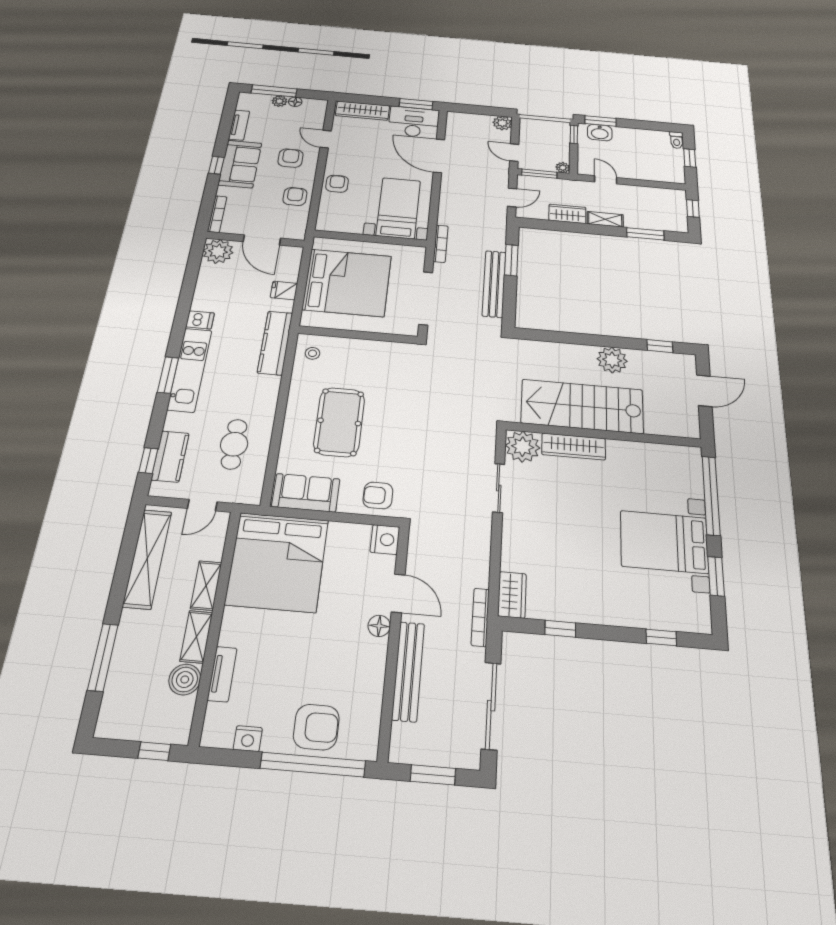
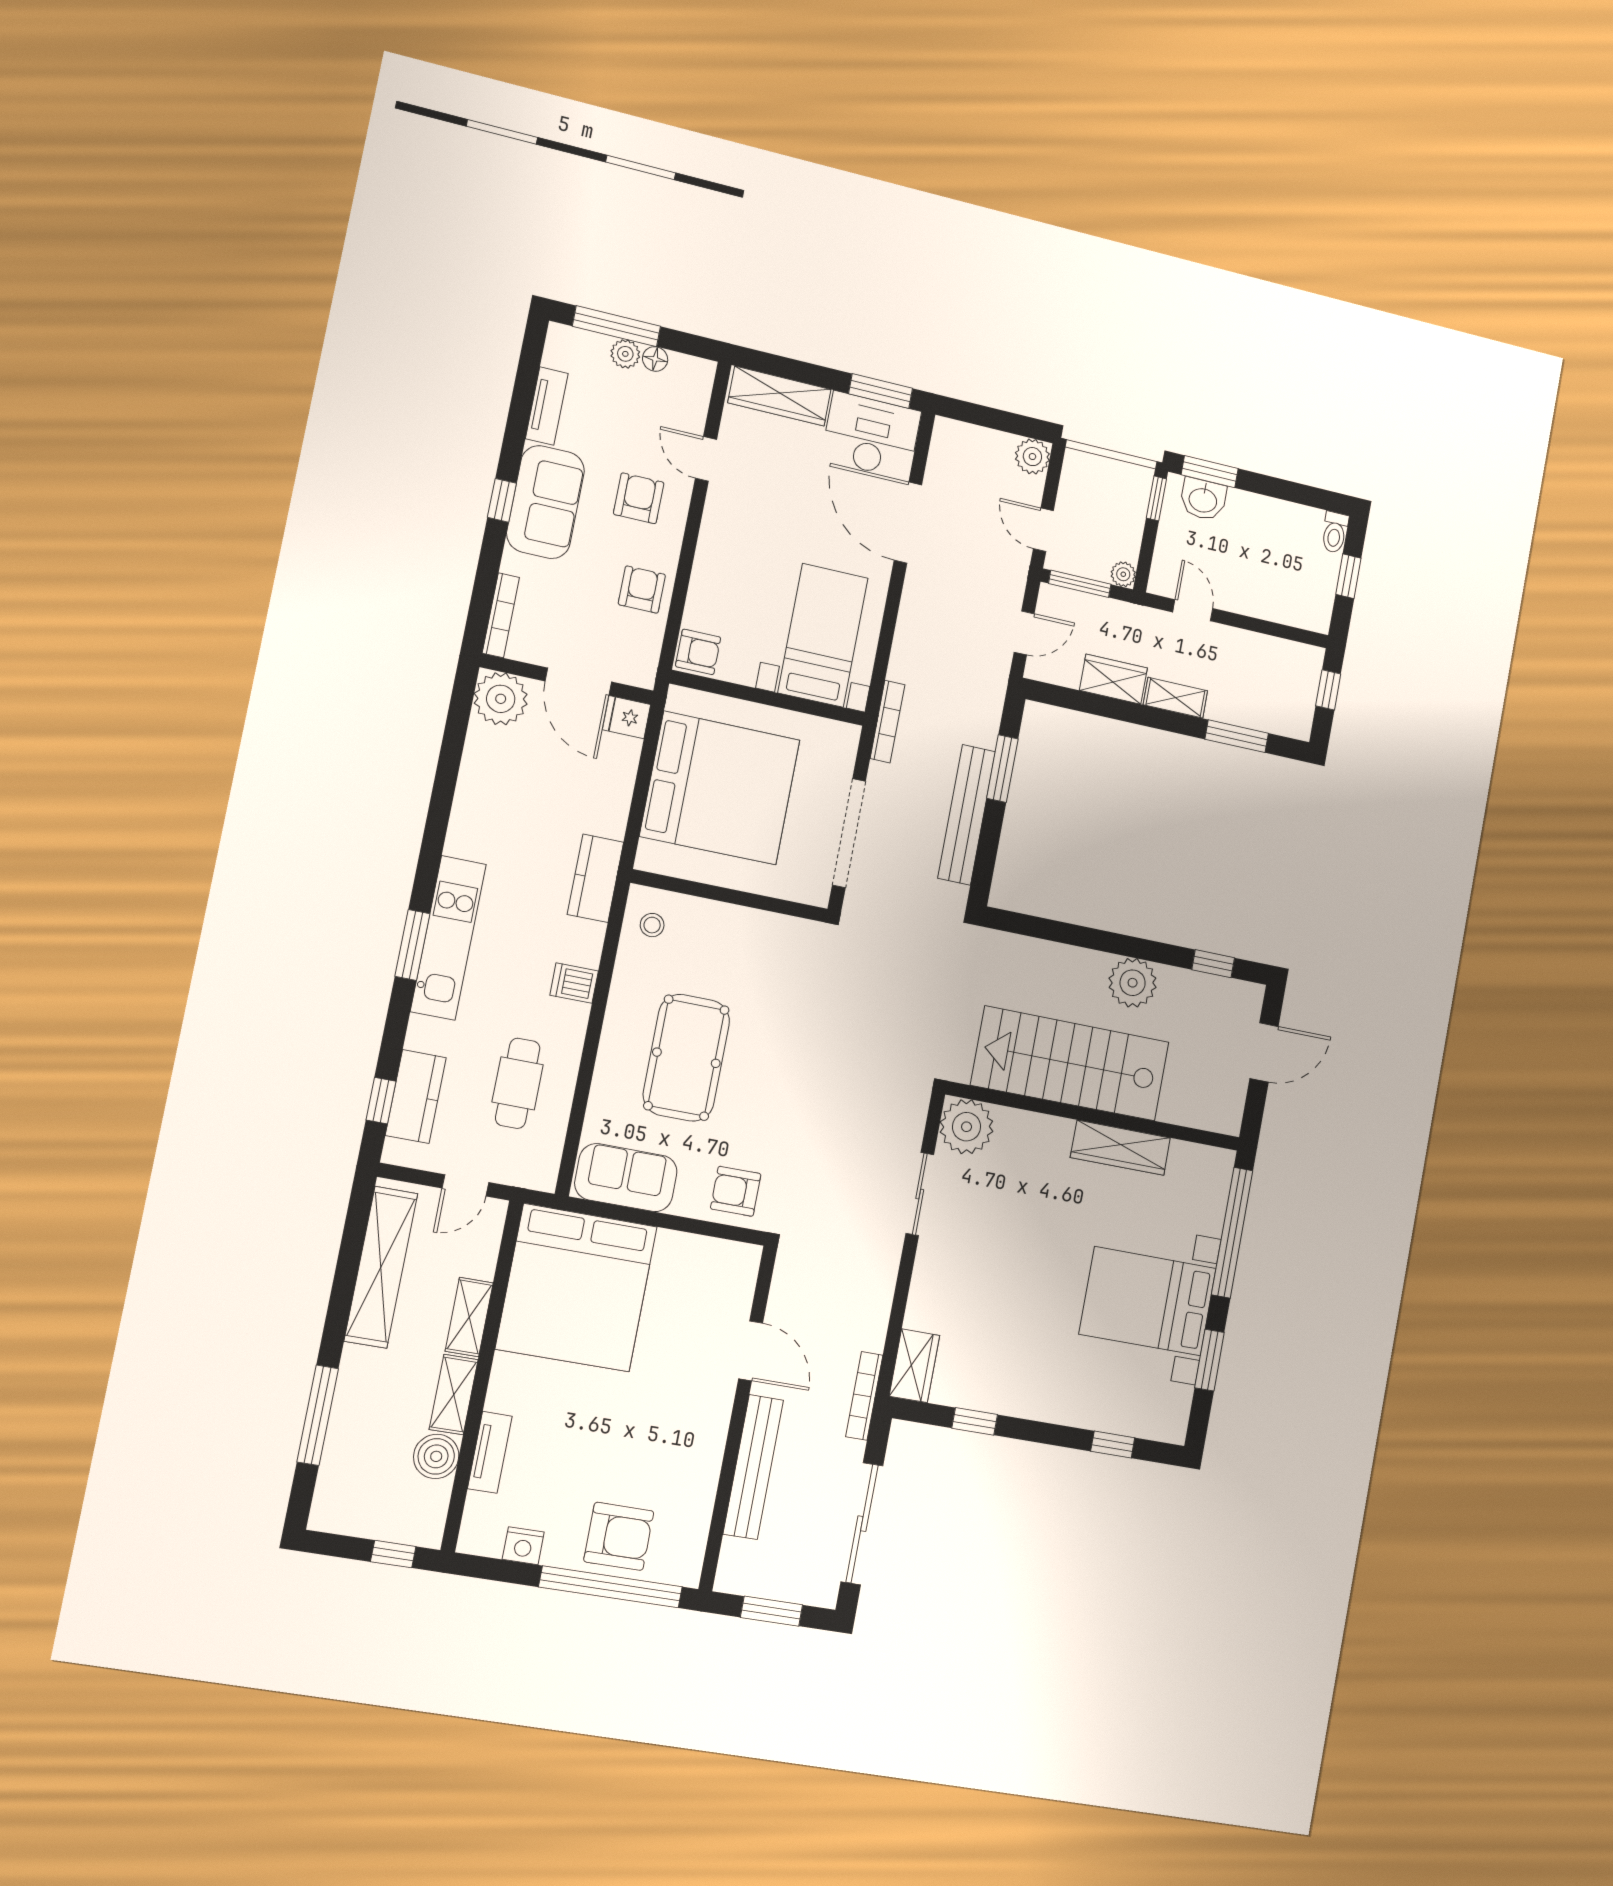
armchair: (337, 184) -> (698, 652), moved, turned 90
fridge: (284, 290) -> (627, 717), moved
dishwasher: (200, 320) -> (574, 983), moved, turned 180
kitchen counter: (275, 343) -> (595, 878), width x0.67
wardrobe: (574, 446) -> (1120, 1148), moved
nightstand: (385, 539) -> (739, 1265), removed
floor lamp: (379, 626) -> (718, 1398), removed

